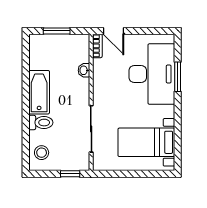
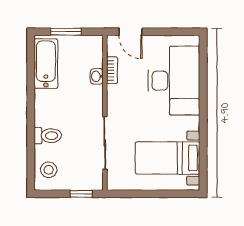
bookcase: (97, 46) -> (112, 70), moved
window: (178, 77) -> (203, 84), removed
bathtub: (39, 92) -> (46, 64), moved

